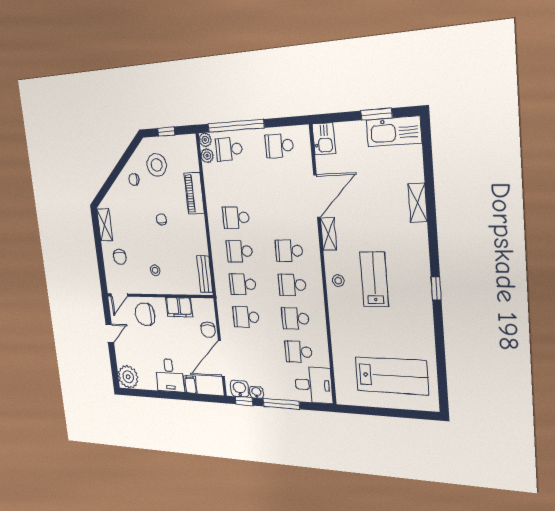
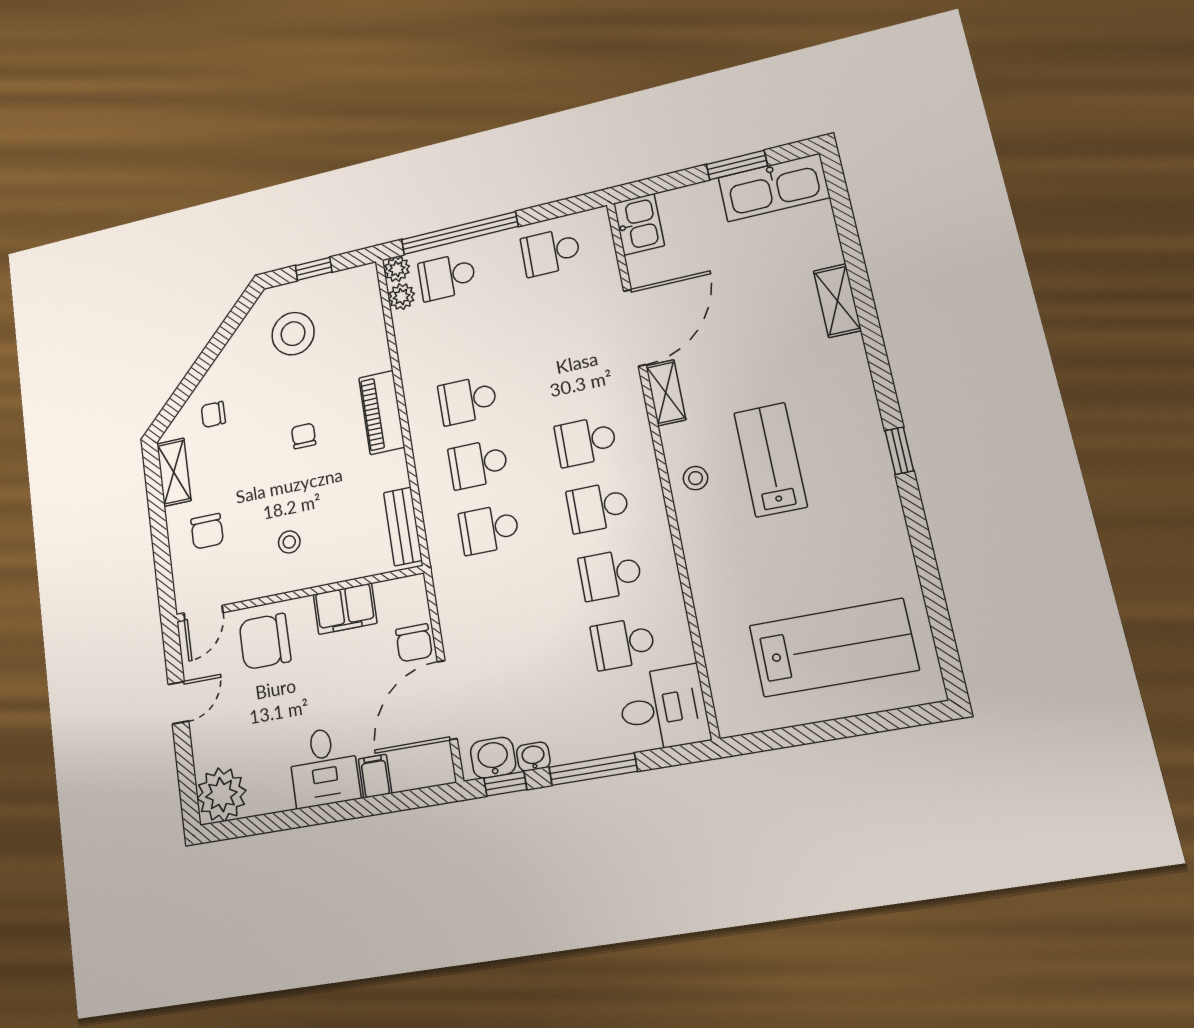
chair: (134, 180) -> (213, 414), moved
piano: (194, 193) -> (382, 412), moved
school desk: (246, 317) -> (500, 596), removed

